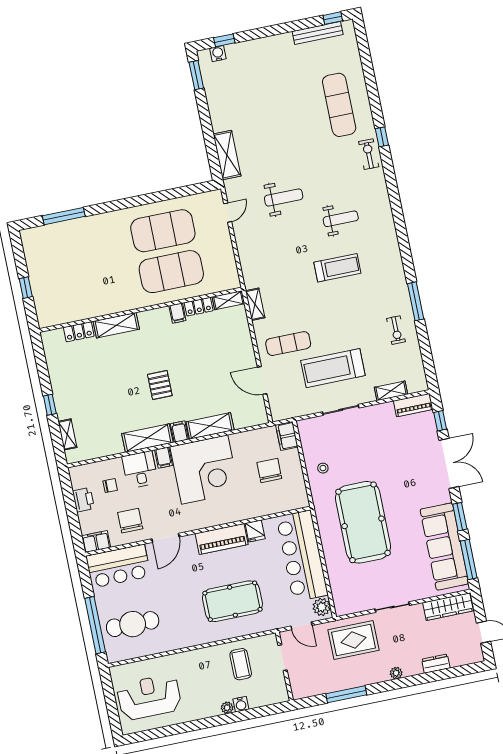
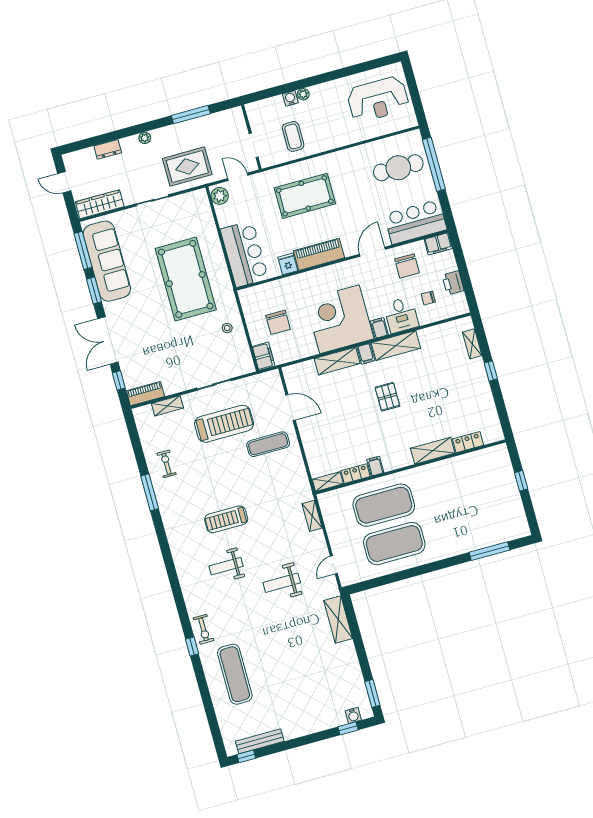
shelving: (255, 304) -> (312, 516), moved
bar counter: (302, 556) -> (244, 254), width x0.73

